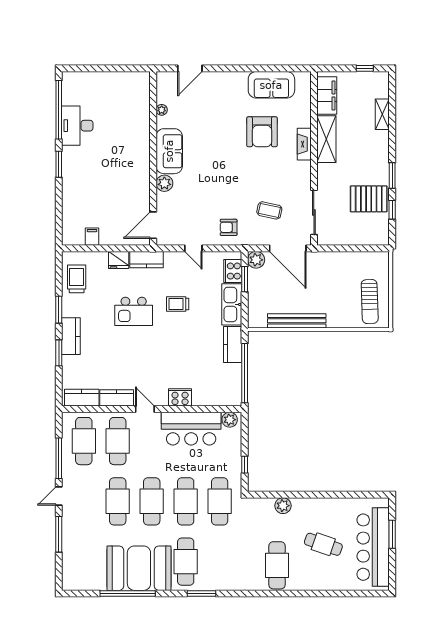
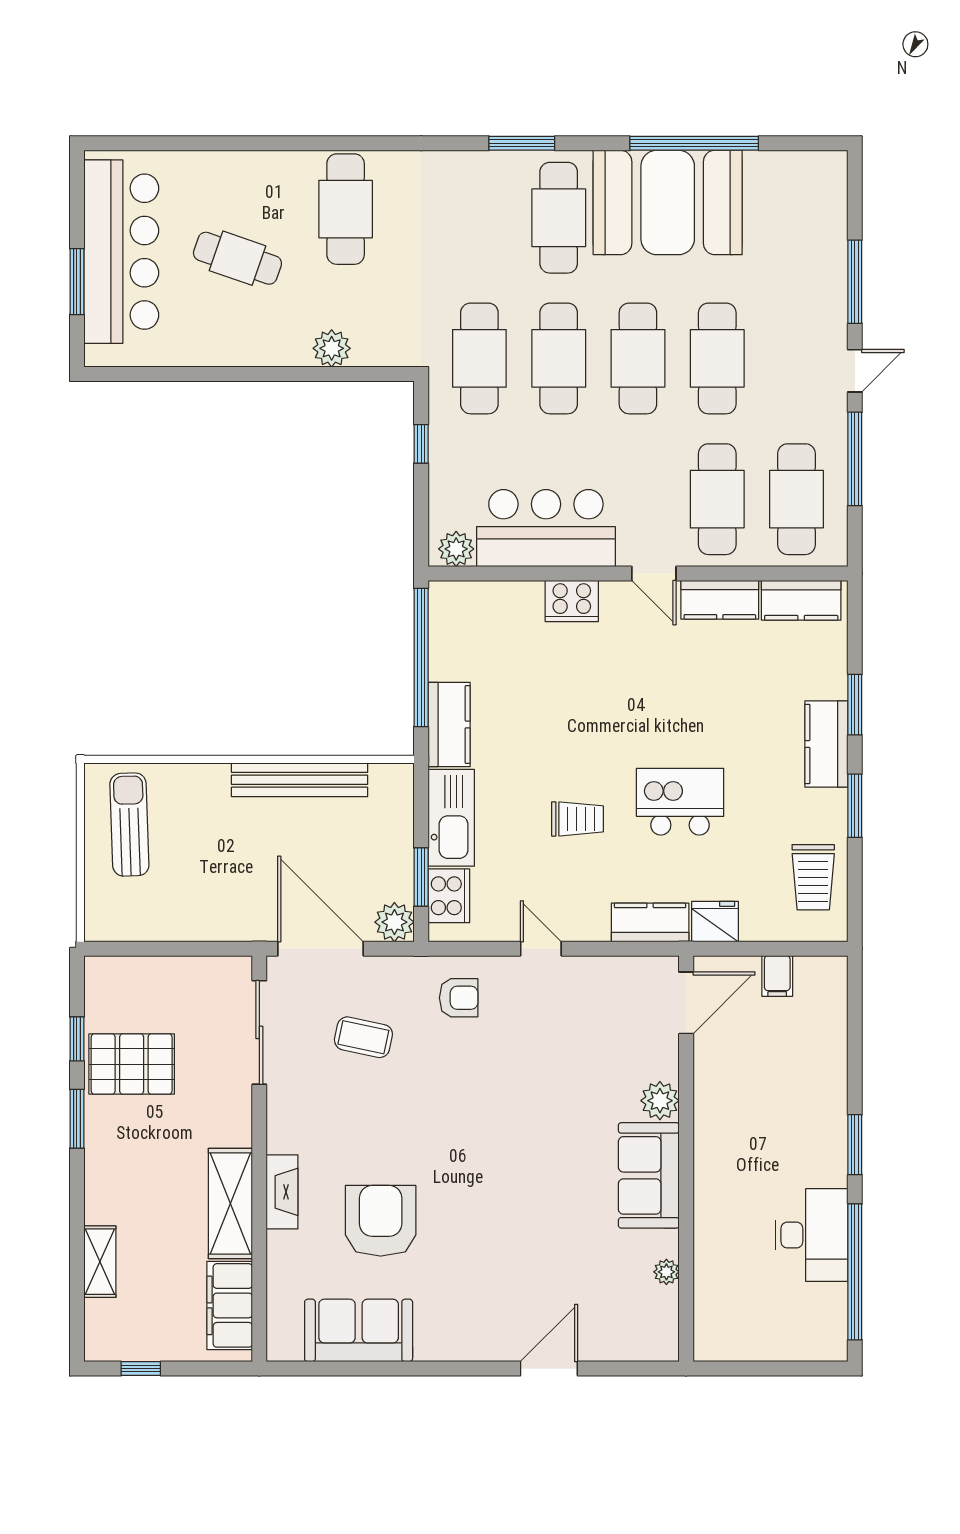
plant: (162, 110) -> (666, 1272), moved
sofa: (169, 151) -> (649, 1175), moved
wall: (153, 158) -> (686, 1159), moved
plant: (164, 183) -> (660, 1101), moved
door: (153, 225) -> (686, 1003), moved

